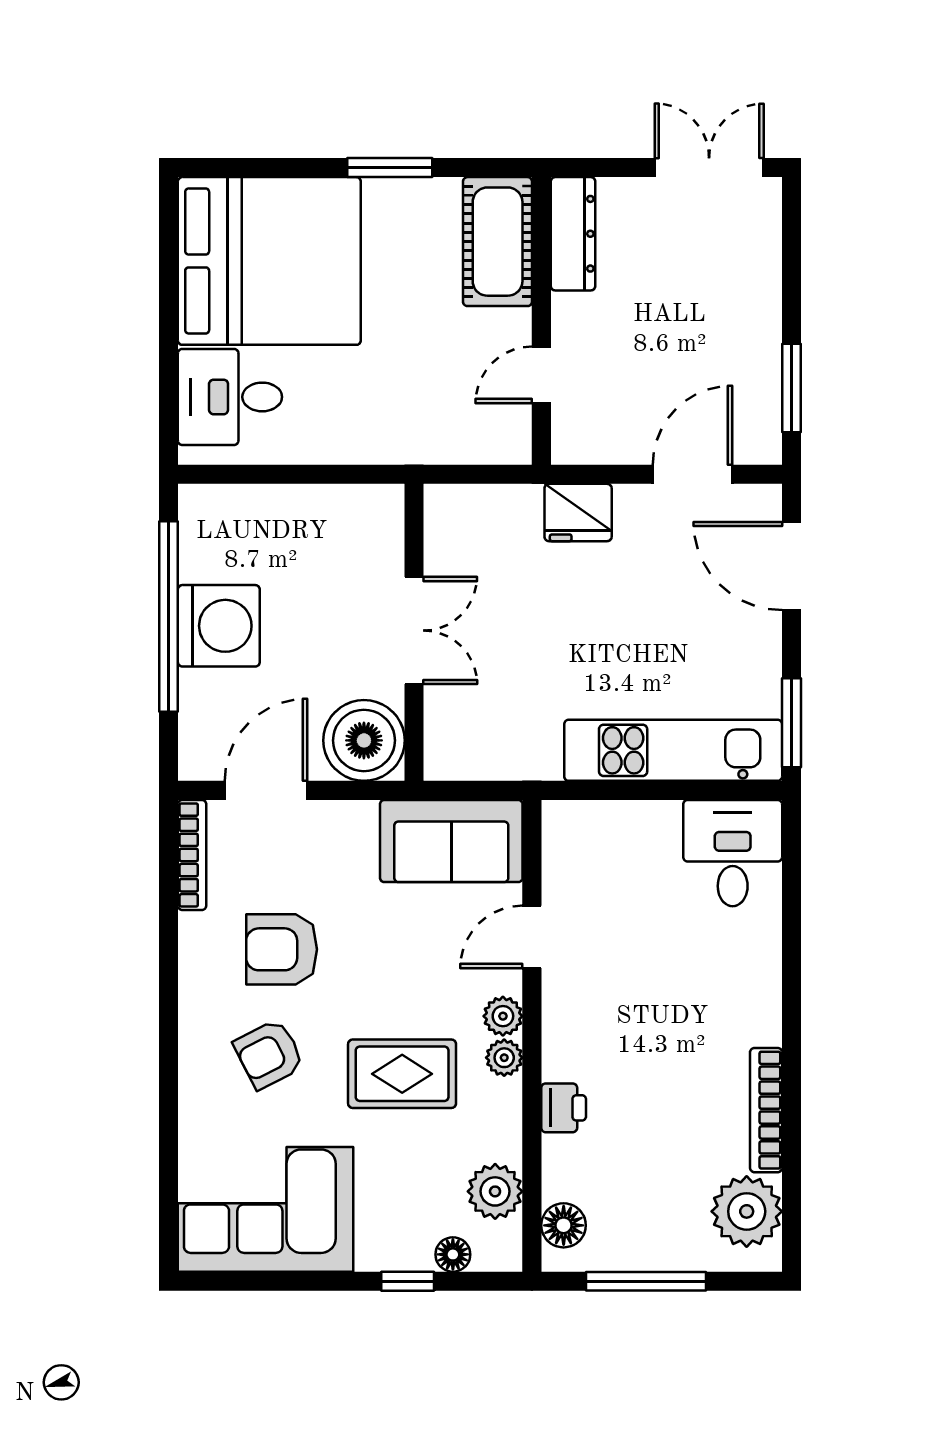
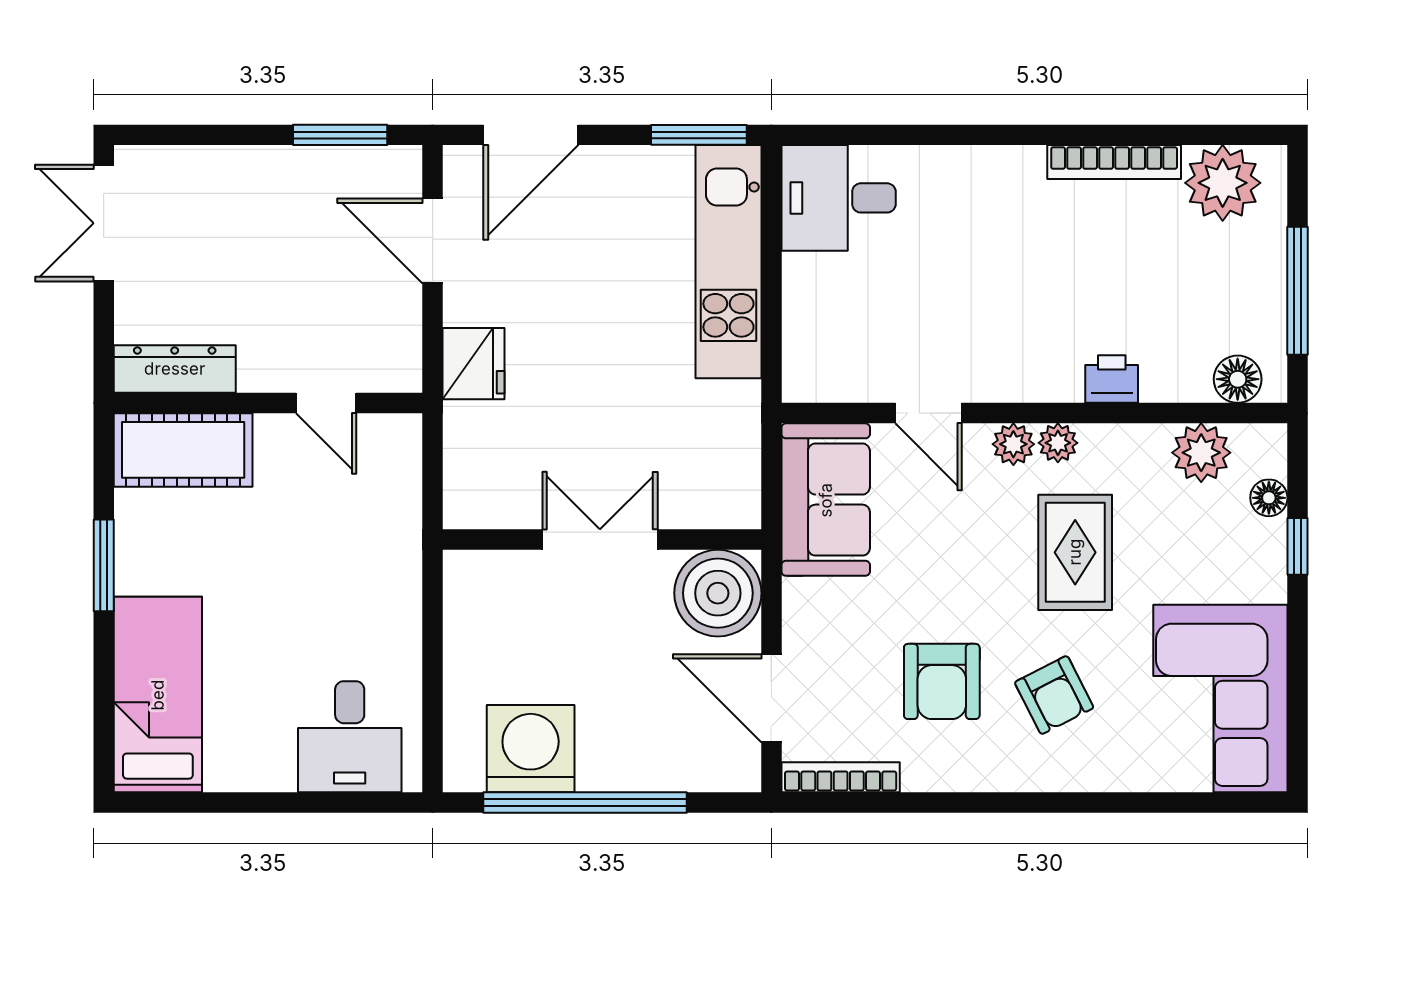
bed: (269, 261) -> (158, 695), width x0.49
washing machine: (219, 626) -> (531, 749), moved

